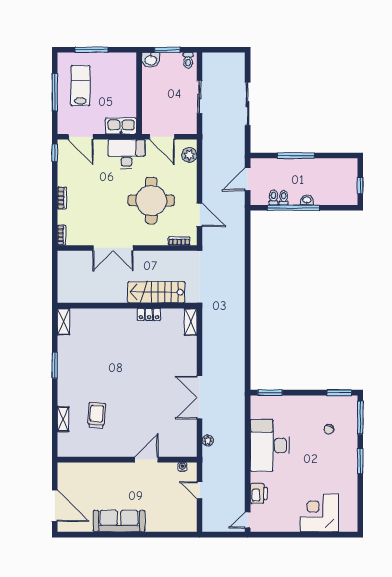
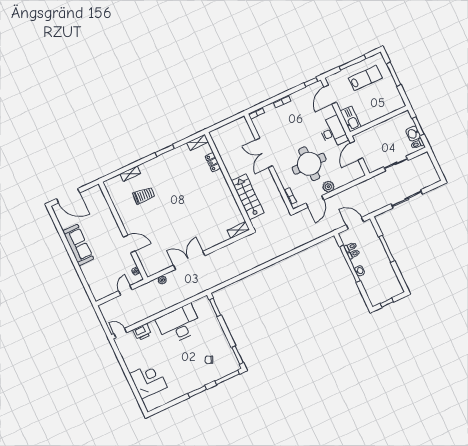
washbasin: (151, 60) -> (413, 134), moved
plant: (189, 155) -> (328, 187), moved
locker: (149, 314) -> (213, 162), moved
door: (55, 506) -> (68, 196), hinge flipped

